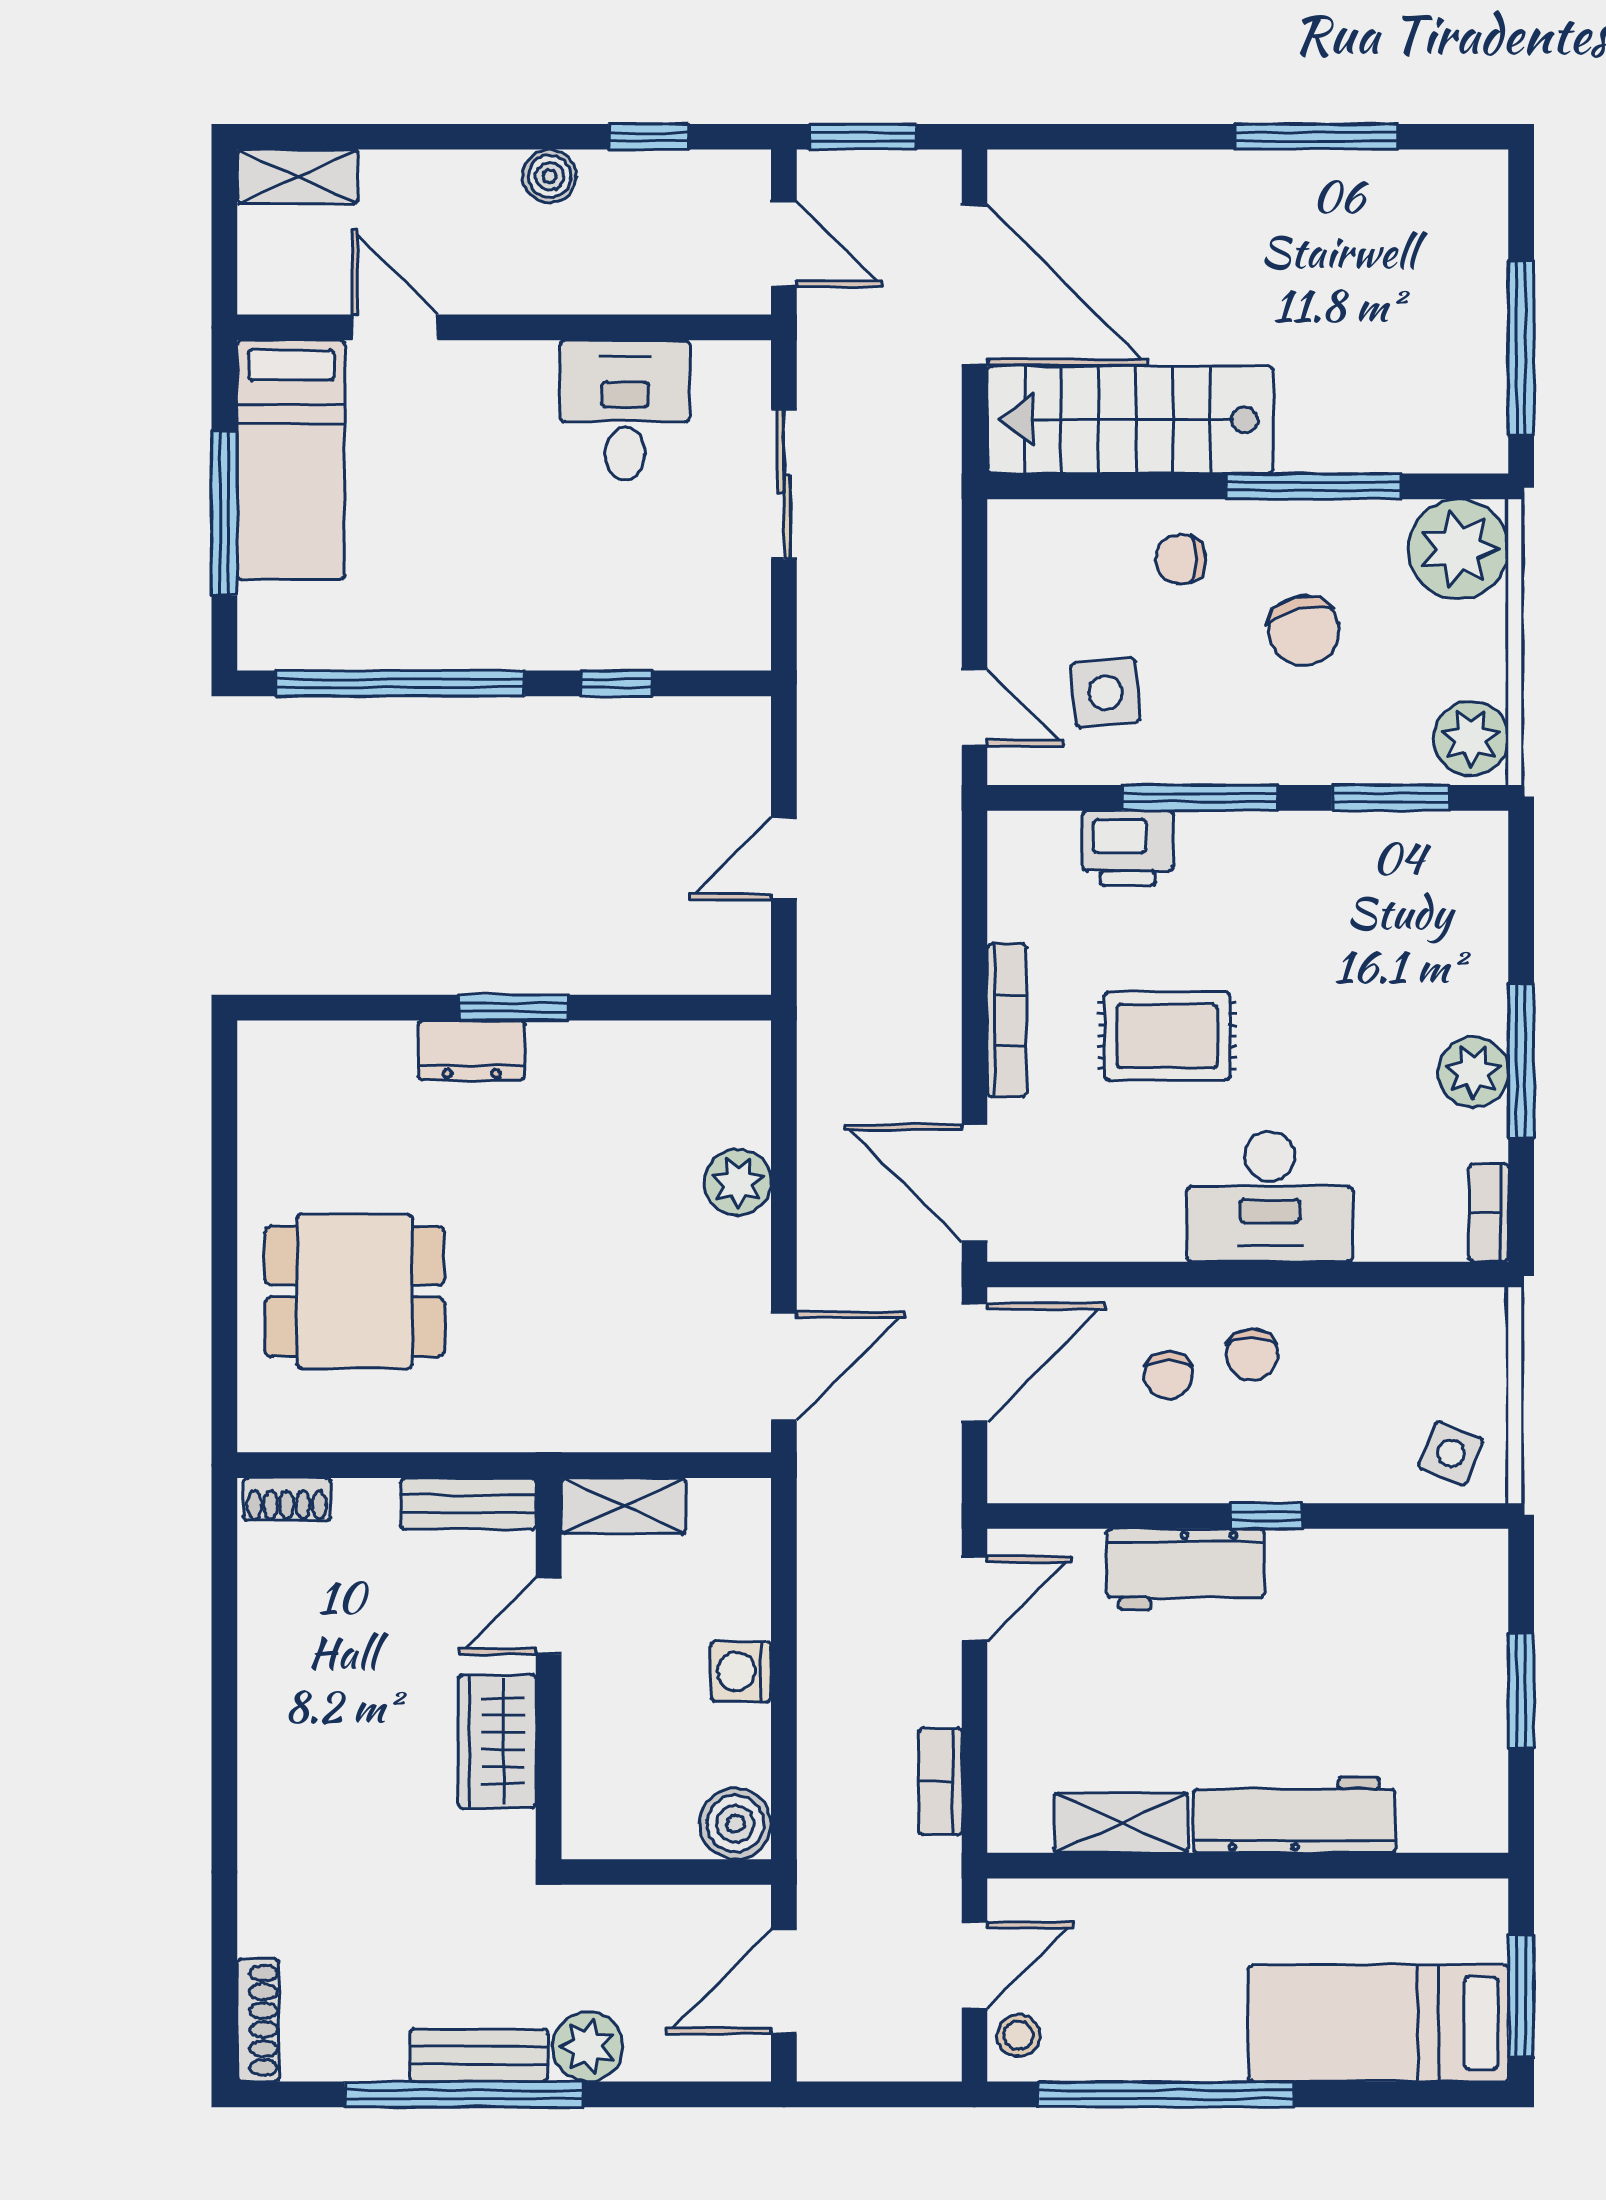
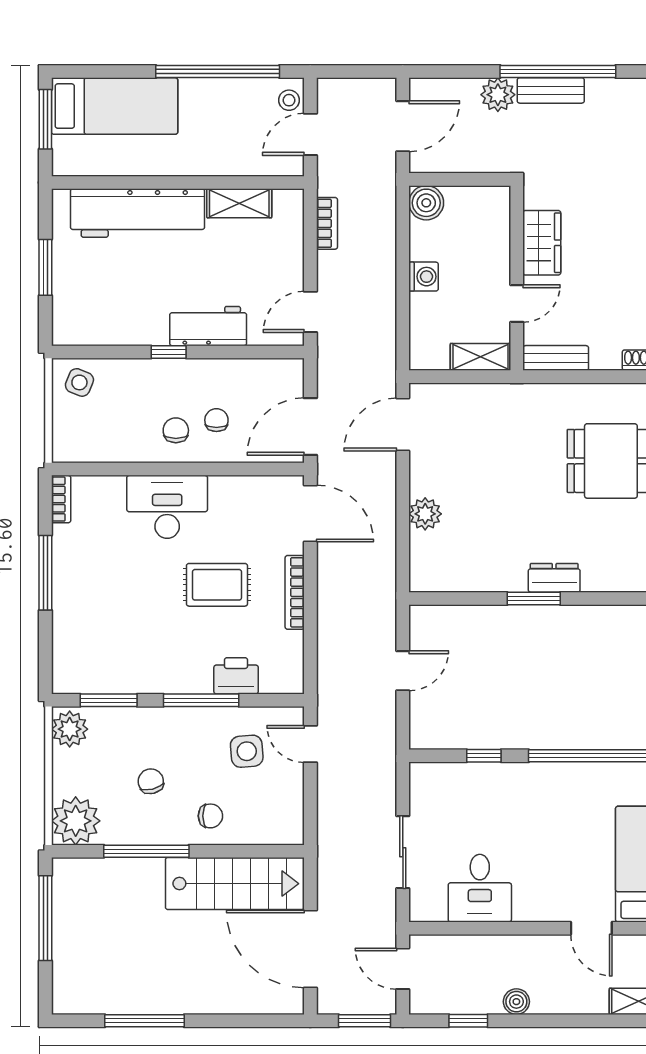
chair: (1304, 631) -> (151, 781), width x0.73, depth x0.73
plant: (1473, 1072) -> (68, 567), removed
workbench: (1294, 1815) -> (137, 213), width x1.36, depth x1.32

